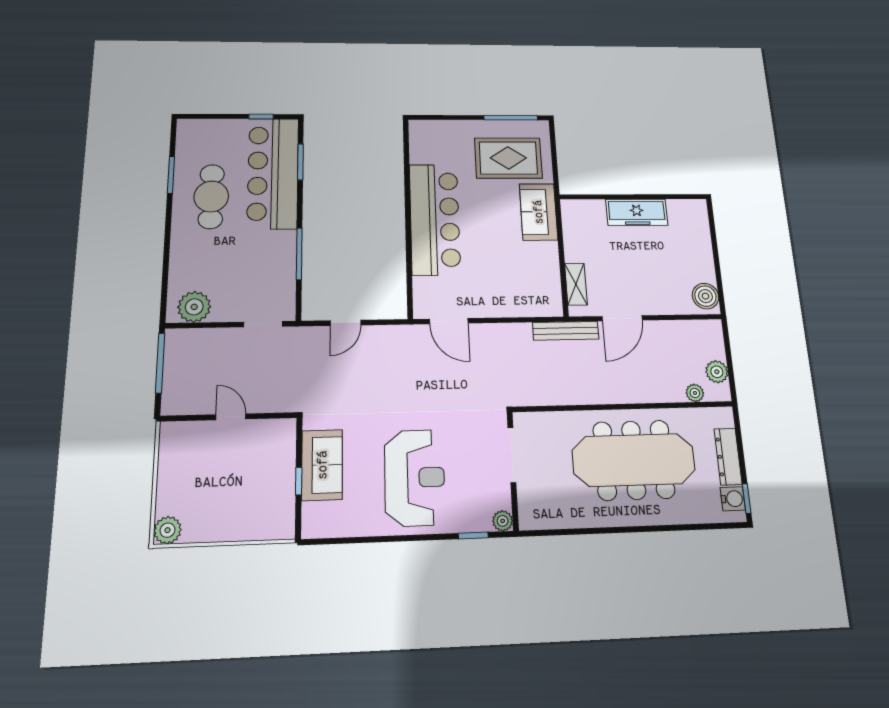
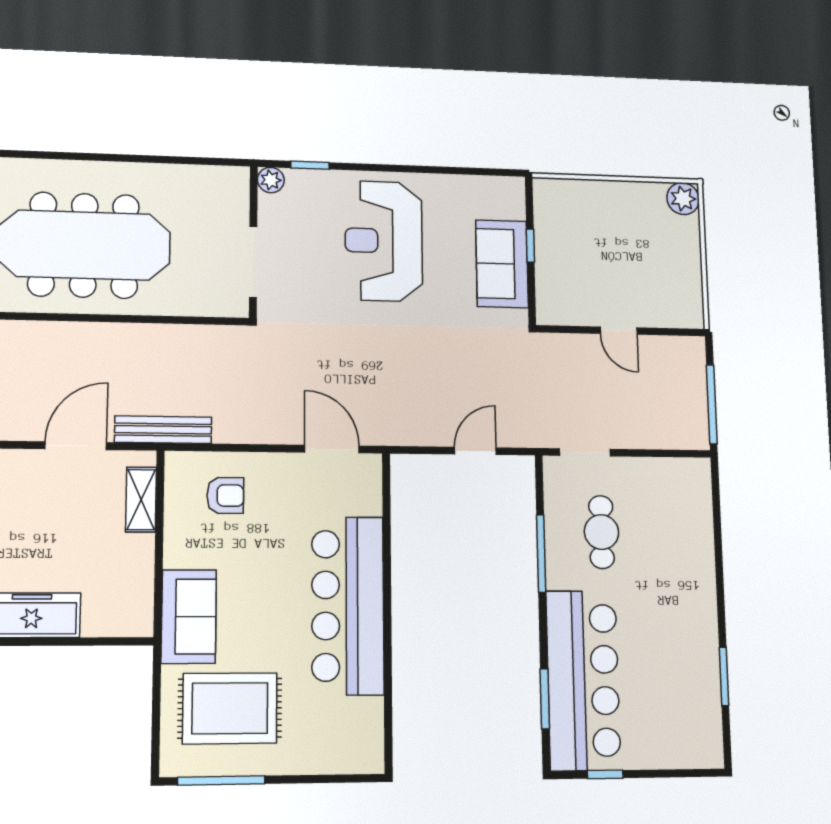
cafe table: (211, 197) -> (601, 532), moved, width x0.73, depth x0.74
armchair: (520, 288) -> (225, 495), added
plant: (194, 307) -> (676, 479), removed

